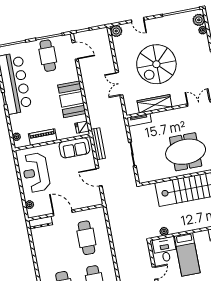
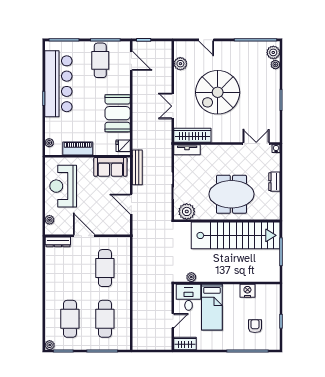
plant: (116, 31) -> (180, 64), moved
wardrobe: (154, 104) -> (192, 135), moved
plant: (149, 174) -> (187, 211), added

